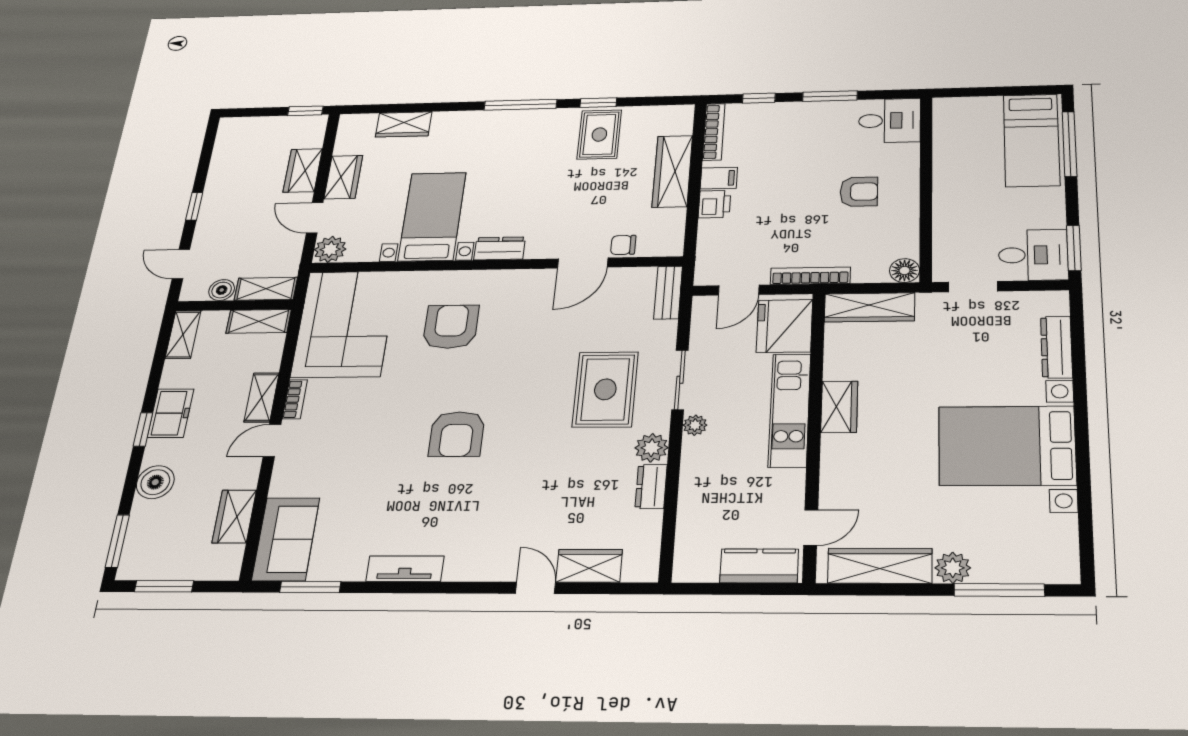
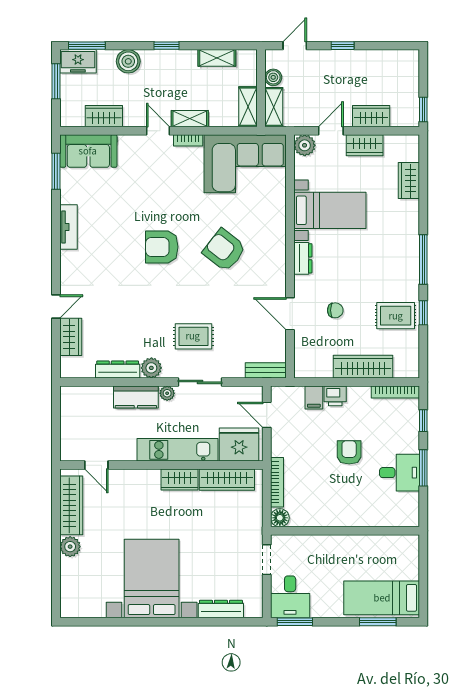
desk: (890, 121) -> (400, 473), moved, turned -90
window: (1069, 144) -> (378, 622), width x0.69
filing cabinet: (719, 178) -> (314, 398), moved
armchair: (859, 192) -> (349, 452), moved, turned 180
chair: (623, 245) -> (335, 310), moved, turned 90
bookcase: (810, 276) -> (277, 482), moved
wardrobe: (869, 307) -> (227, 480), moved, turned -90
armchair: (451, 327) -> (224, 250), moved, turned -142
shelving: (183, 335) -> (217, 58), moved
rug: (605, 389) -> (193, 336), width x0.73, depth x0.70
freezer: (171, 413) -> (78, 61), moved
dresser: (651, 486) -> (118, 370), width x1.44
kitchen counter: (759, 566) -> (136, 397), moved, turned 90
window: (999, 590) -> (56, 573), removed

